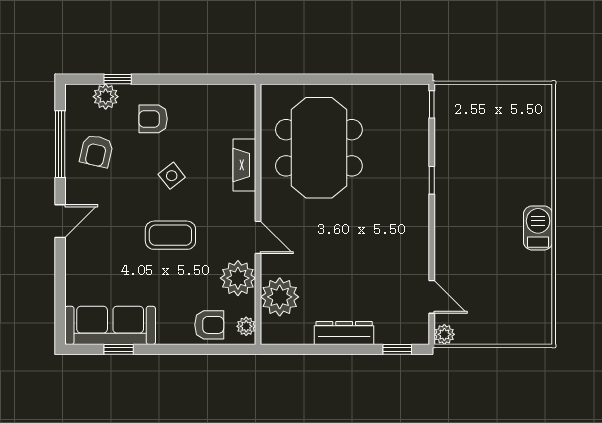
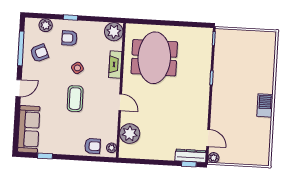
window: (118, 79) -> (71, 18), moved
armchair: (96, 151) -> (39, 53), turned -127
coffee table: (170, 235) -> (75, 99), turned 90
plant: (238, 278) -> (114, 32), moved
sofa: (110, 325) -> (29, 129), moved, turned 90
dresser: (344, 333) -> (191, 156), moved

